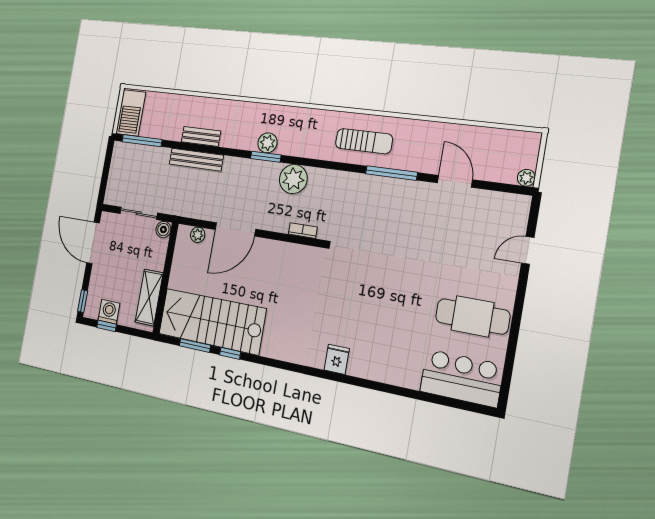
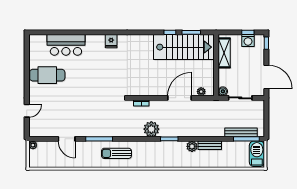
plant: (267, 143) -> (192, 146), moved
bench: (196, 160) -> (241, 132), moved
bar counter: (462, 378) -> (66, 45), moved

